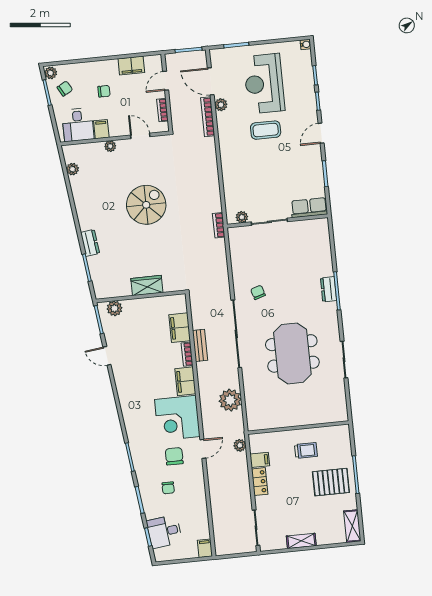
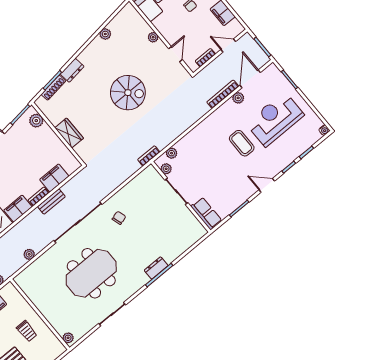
filing cabinet: (101, 129) -> (161, 22), removed
plant: (72, 169) -> (105, 34), moved
plant: (231, 202) -> (172, 153), added
shoe rack: (95, 271) -> (53, 88), added
plant: (230, 400) -> (29, 254), width x0.53, depth x0.53
plant: (338, 416) -> (68, 338), added

